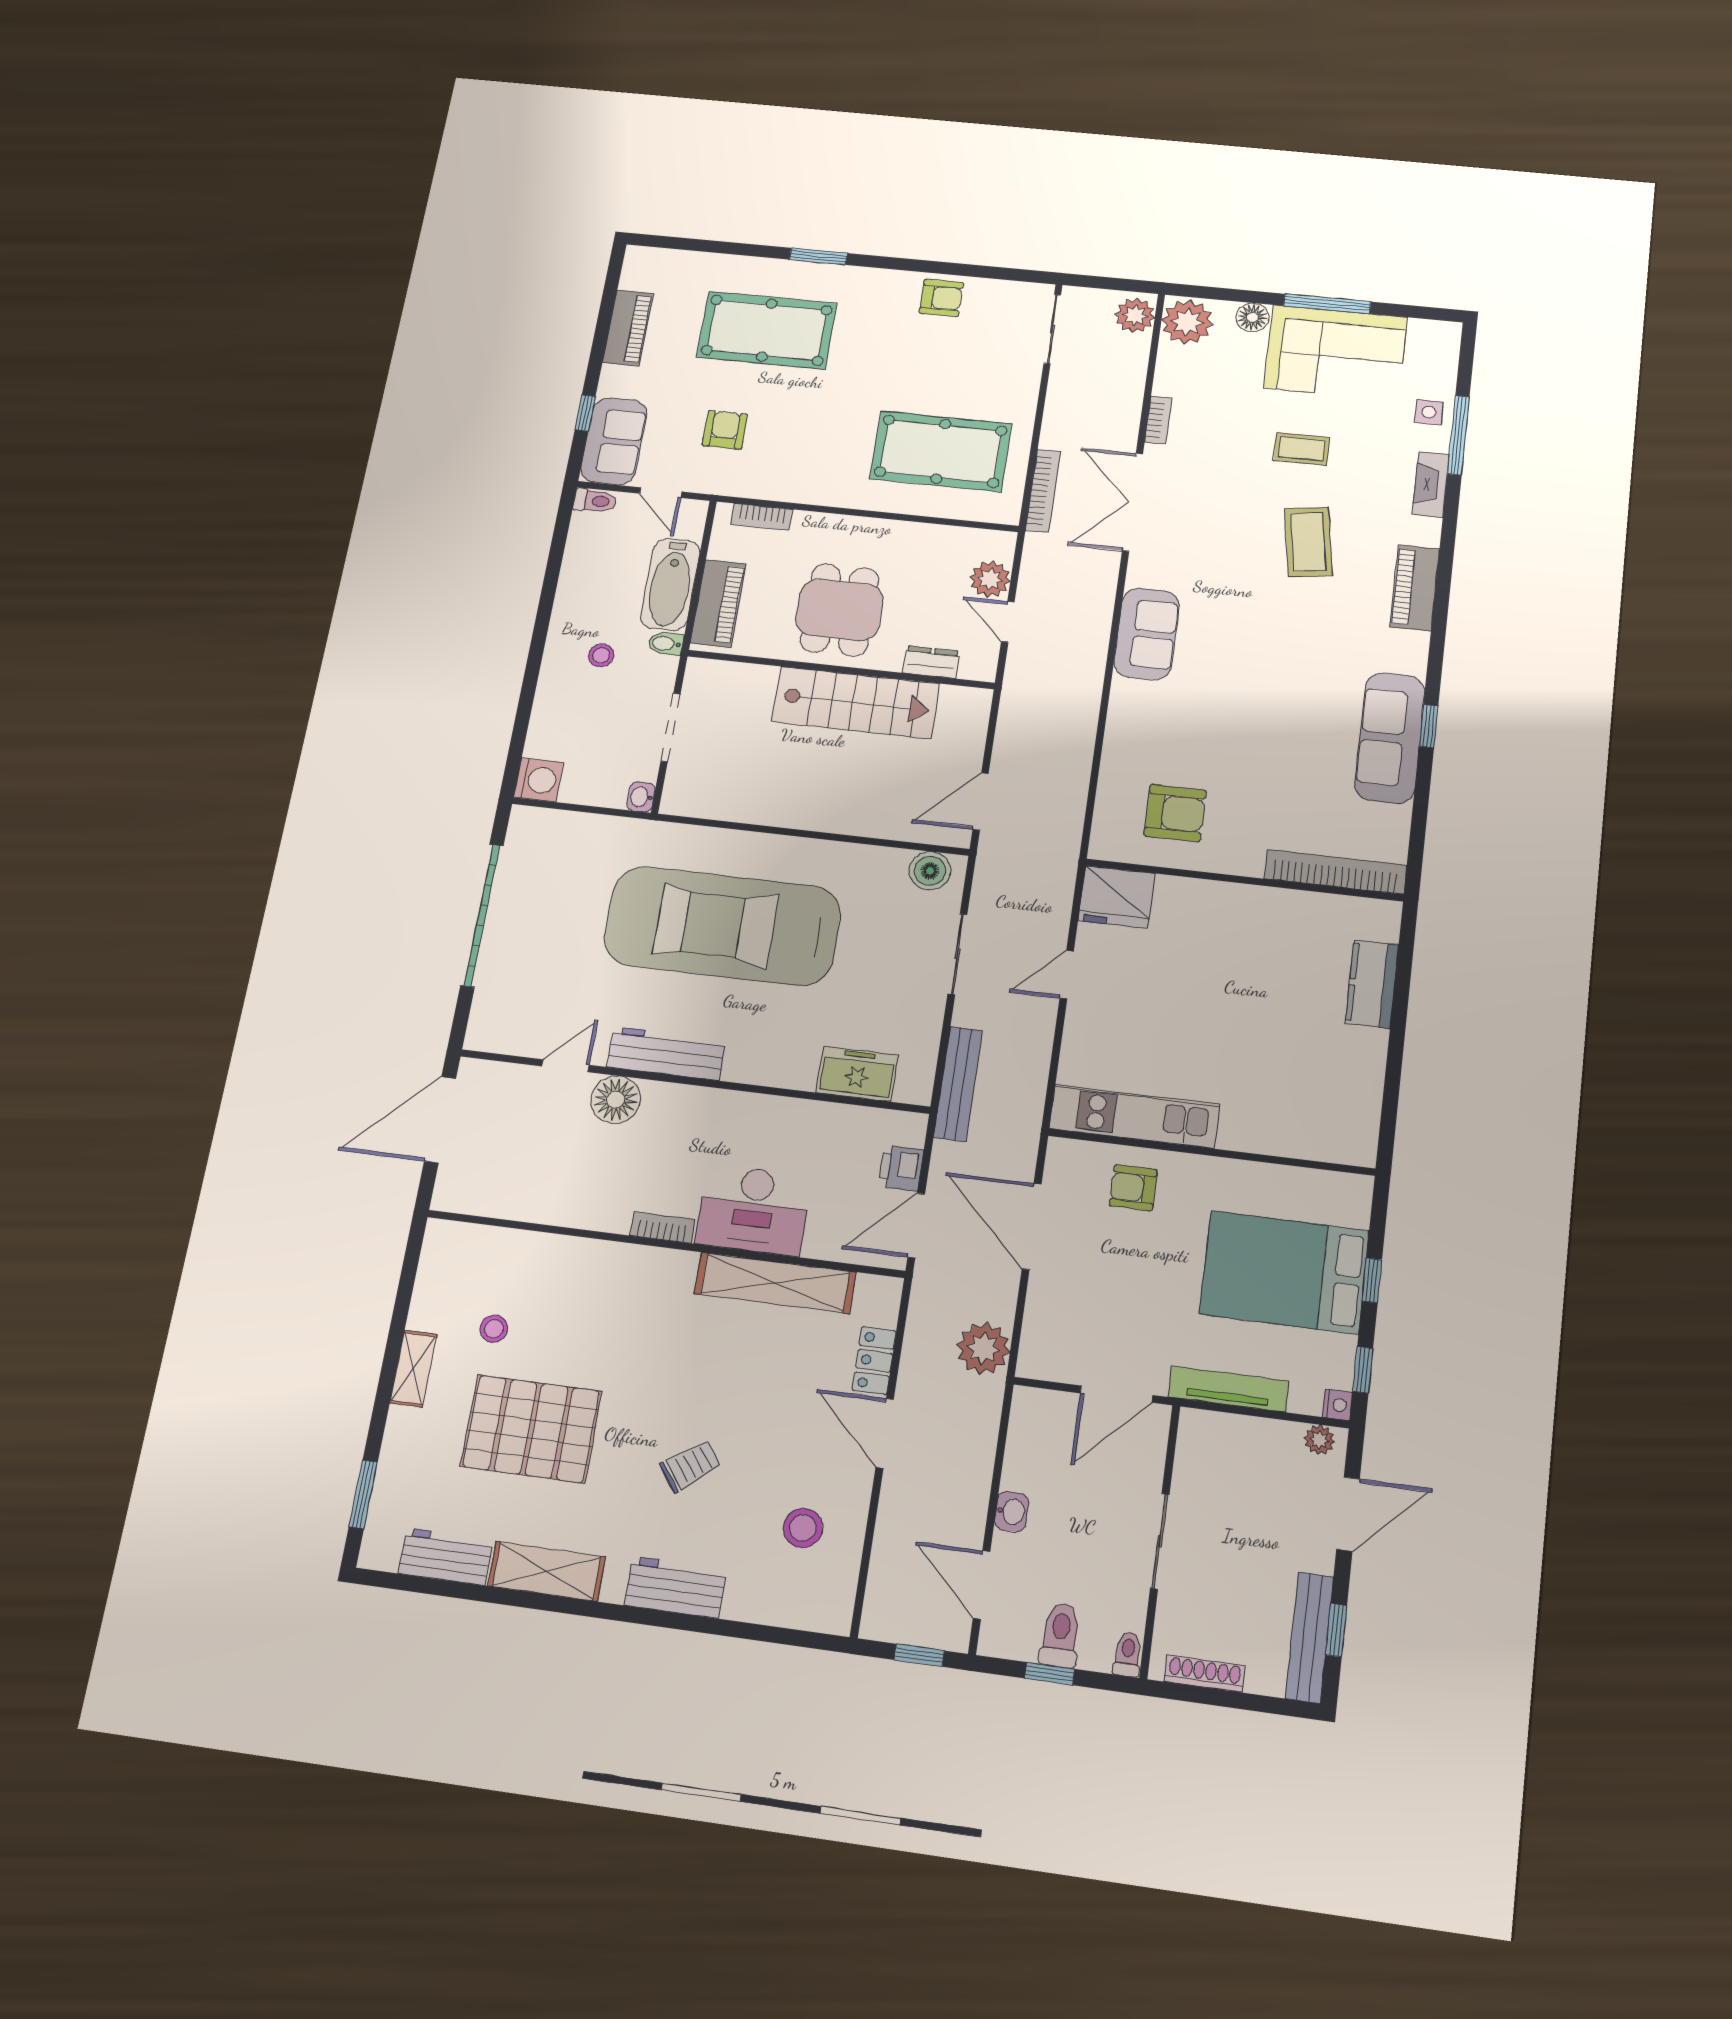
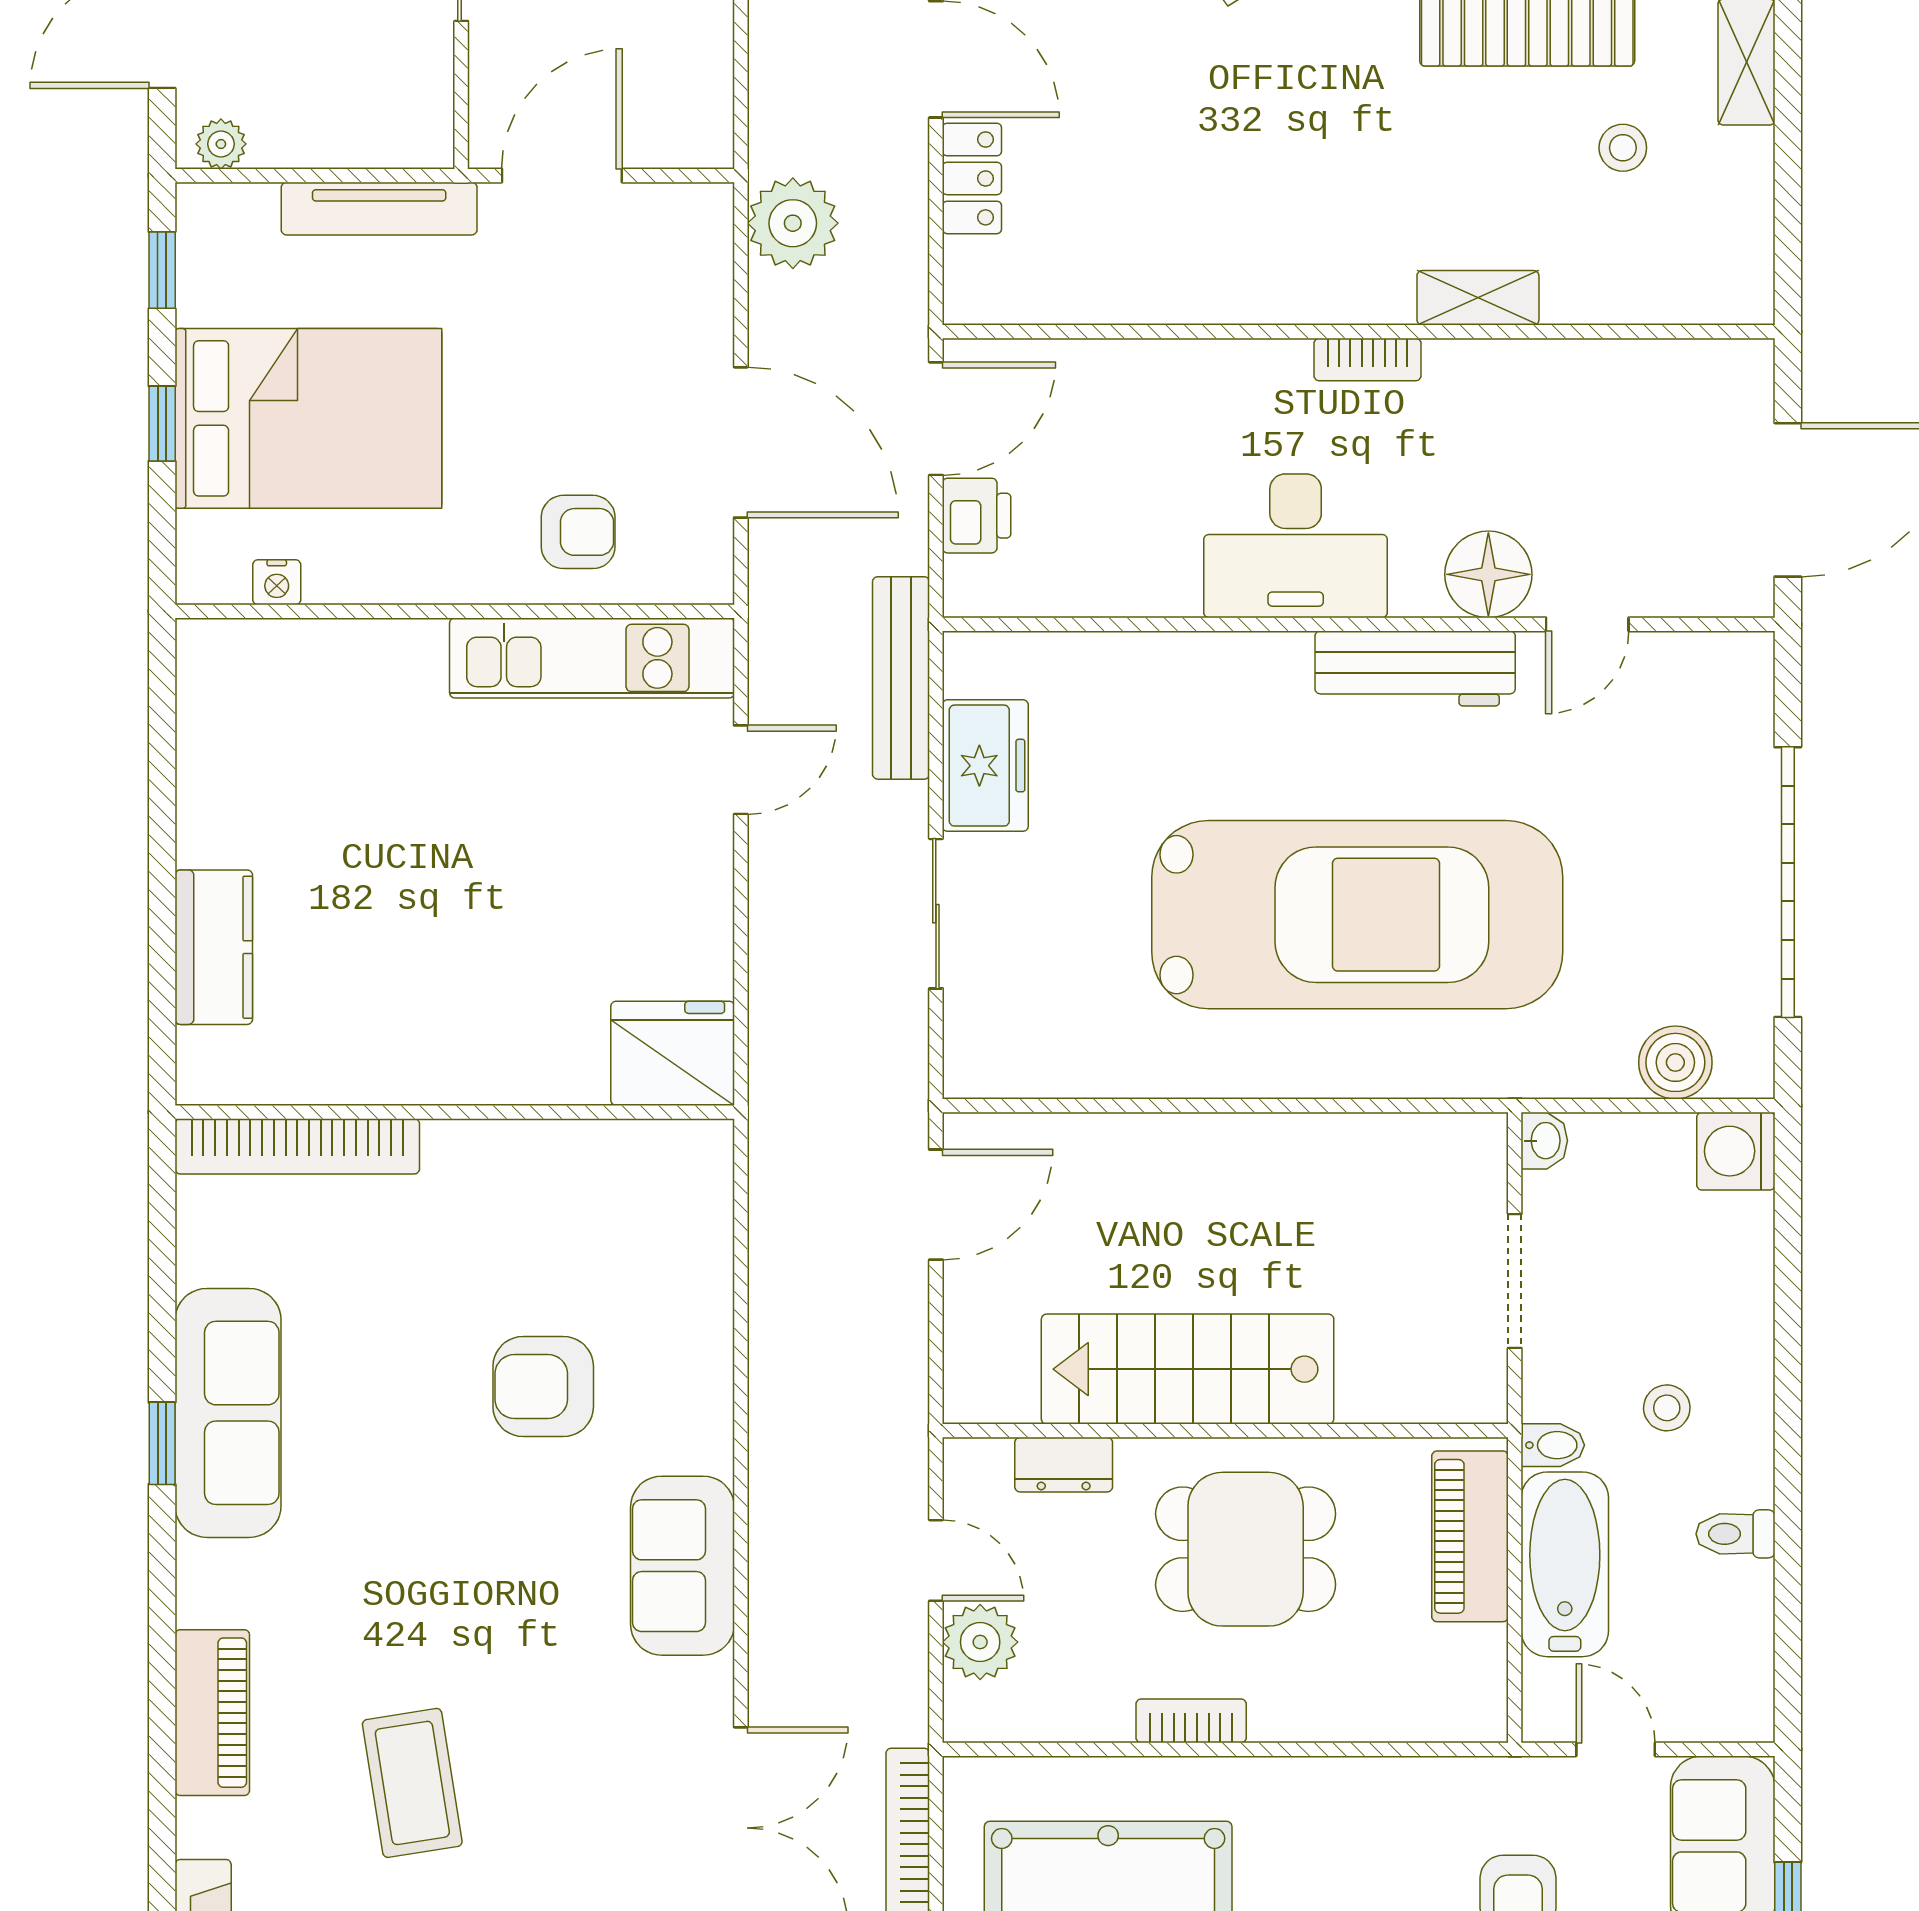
toilet: (595, 501) -> (1736, 1534), moved
bookcase: (762, 517) -> (1191, 1721), moved
dining table: (840, 610) -> (1246, 1549), turned 90
armchair: (1175, 813) -> (543, 1386), moved
boiler: (930, 871) -> (1675, 1062), moved
door: (1067, 975) -> (741, 770), moved
freezer: (857, 1074) -> (985, 766), moved, turned -90
desk: (753, 1210) -> (1296, 546), moved, turned 180
shelving: (775, 1283) -> (1478, 298), moved, width x0.45, depth x0.75
nightstand: (1337, 1405) -> (277, 582), moved, turned -90

